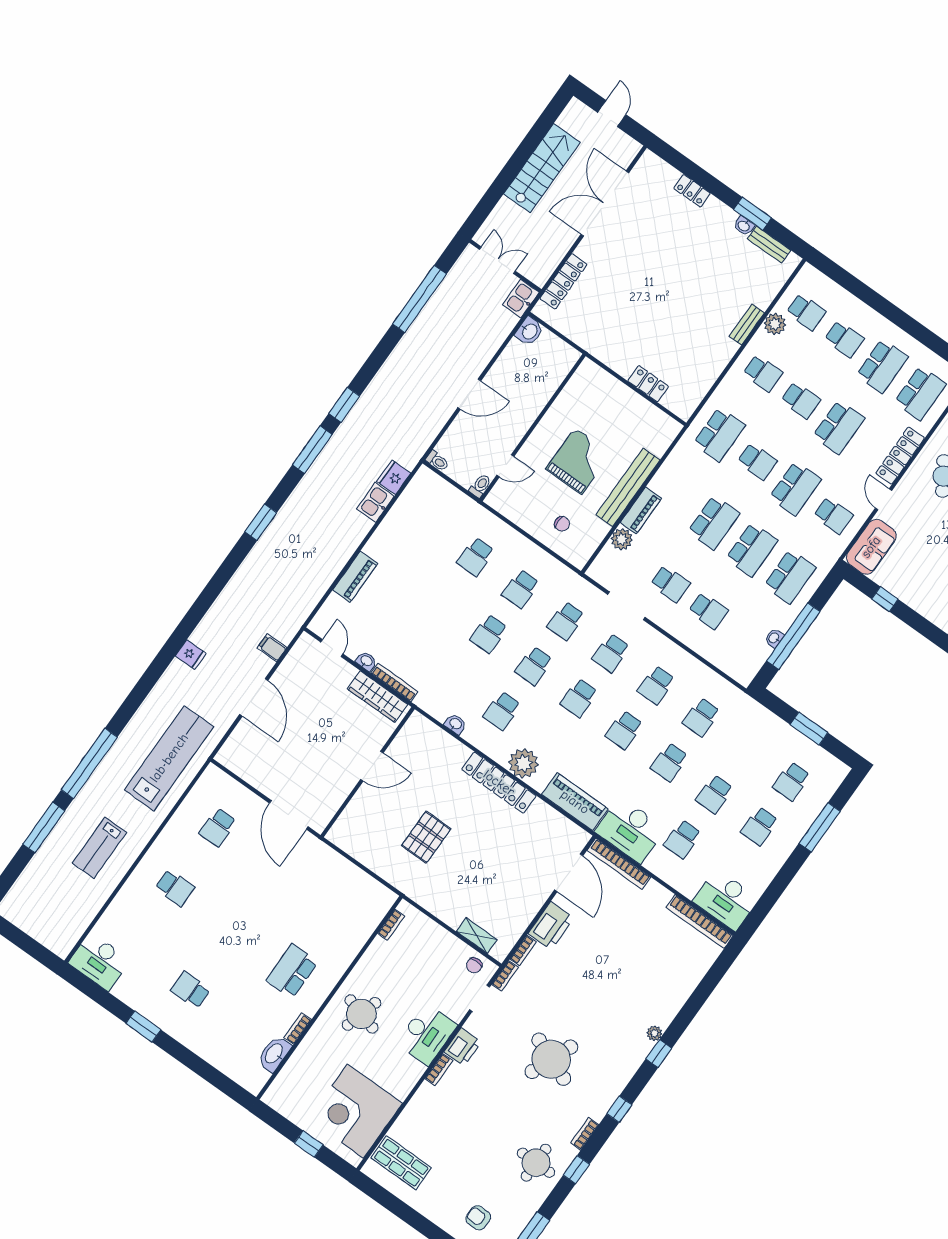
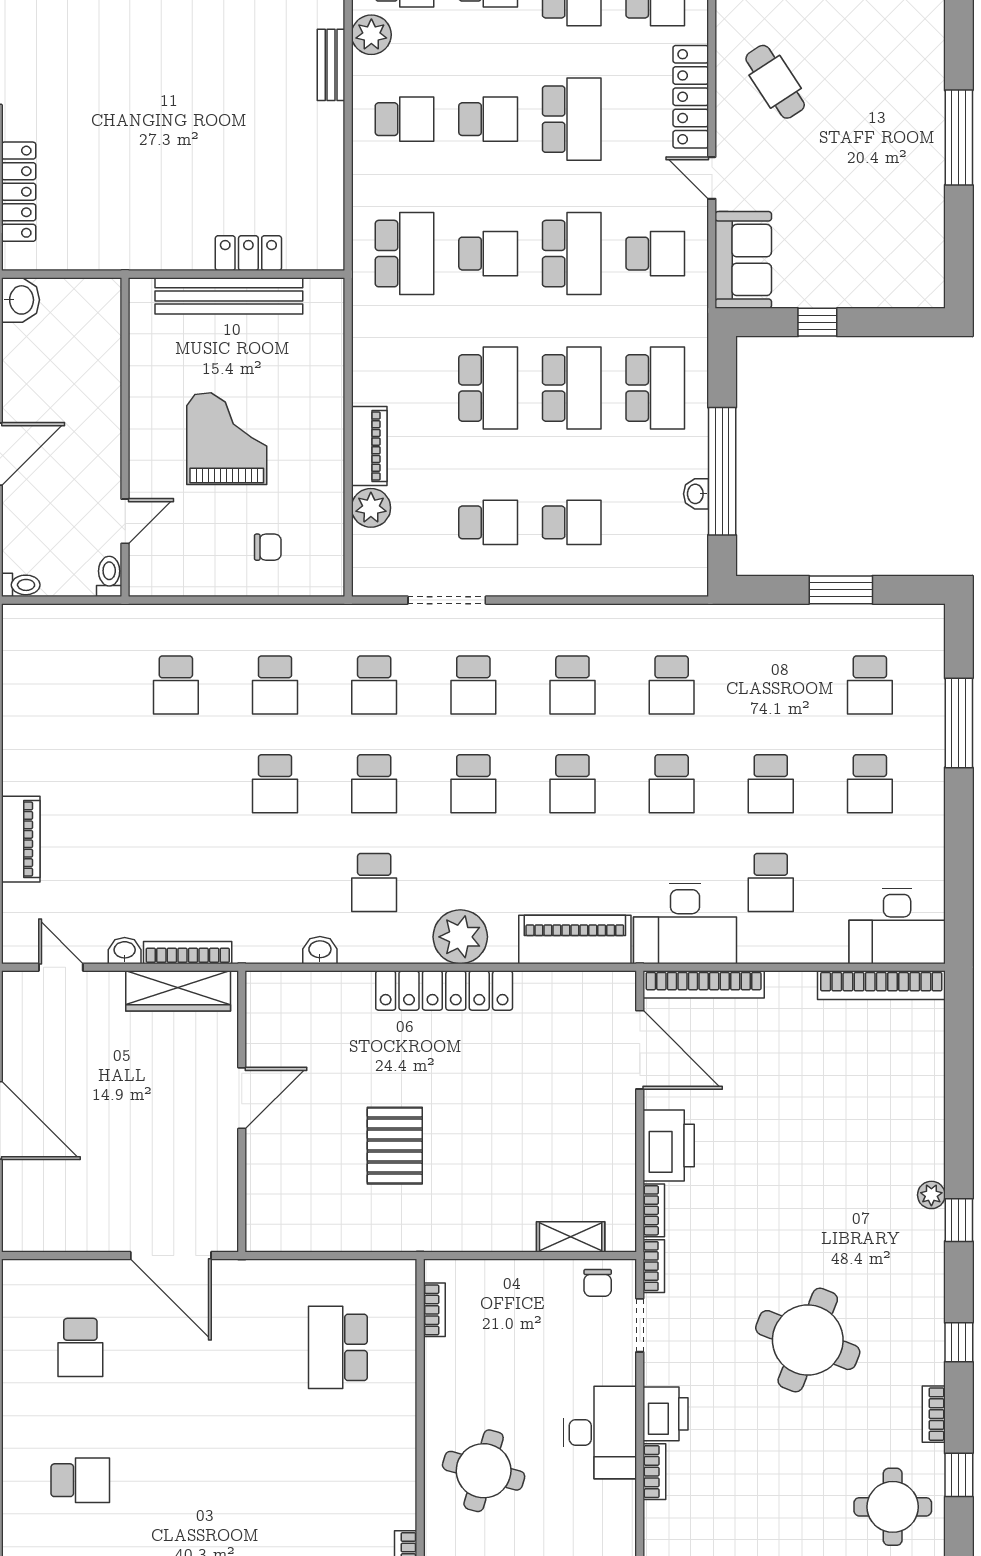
bench: (628, 487) -> (229, 296), moved, turned 90
school desk: (292, 971) -> (338, 1347), moved

